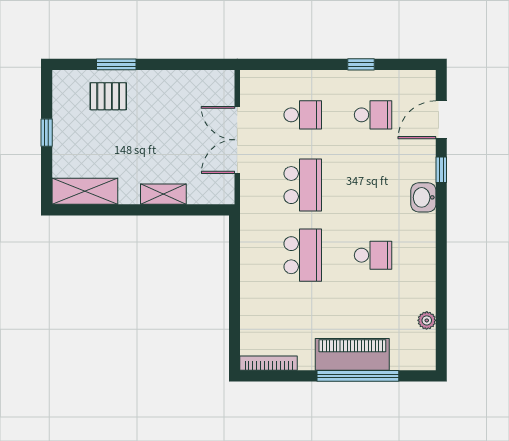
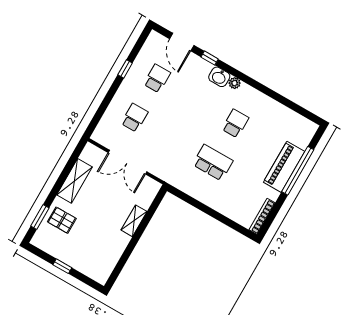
window: (116, 64) -> (40, 217), moved
pallet: (108, 96) -> (62, 220), turned 90
school desk: (303, 185) -> (174, 140), removed
shelving: (85, 191) -> (74, 181), moved
plant: (427, 320) -> (235, 83), moved

